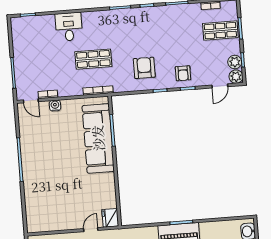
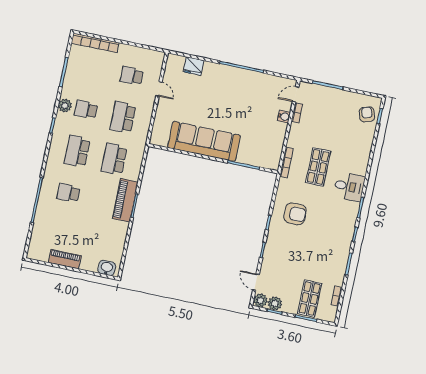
desk: (69, 27) -> (349, 187), moved
armchair: (183, 73) -> (367, 114), moved, turned 71
sofa: (98, 138) -> (204, 141), moved
fridge: (110, 218) -> (194, 66), moved, turned 180
door: (91, 230) -> (159, 89), moved

